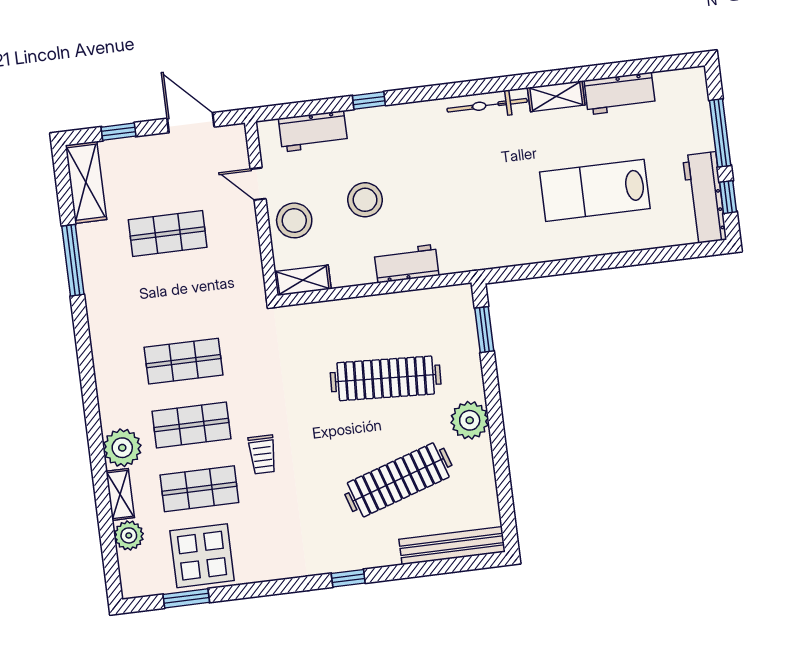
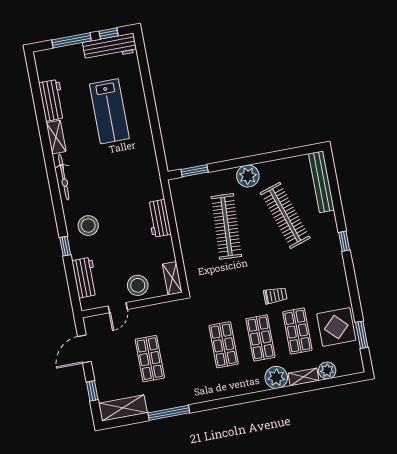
stool: (365, 200) -> (88, 226), moved

